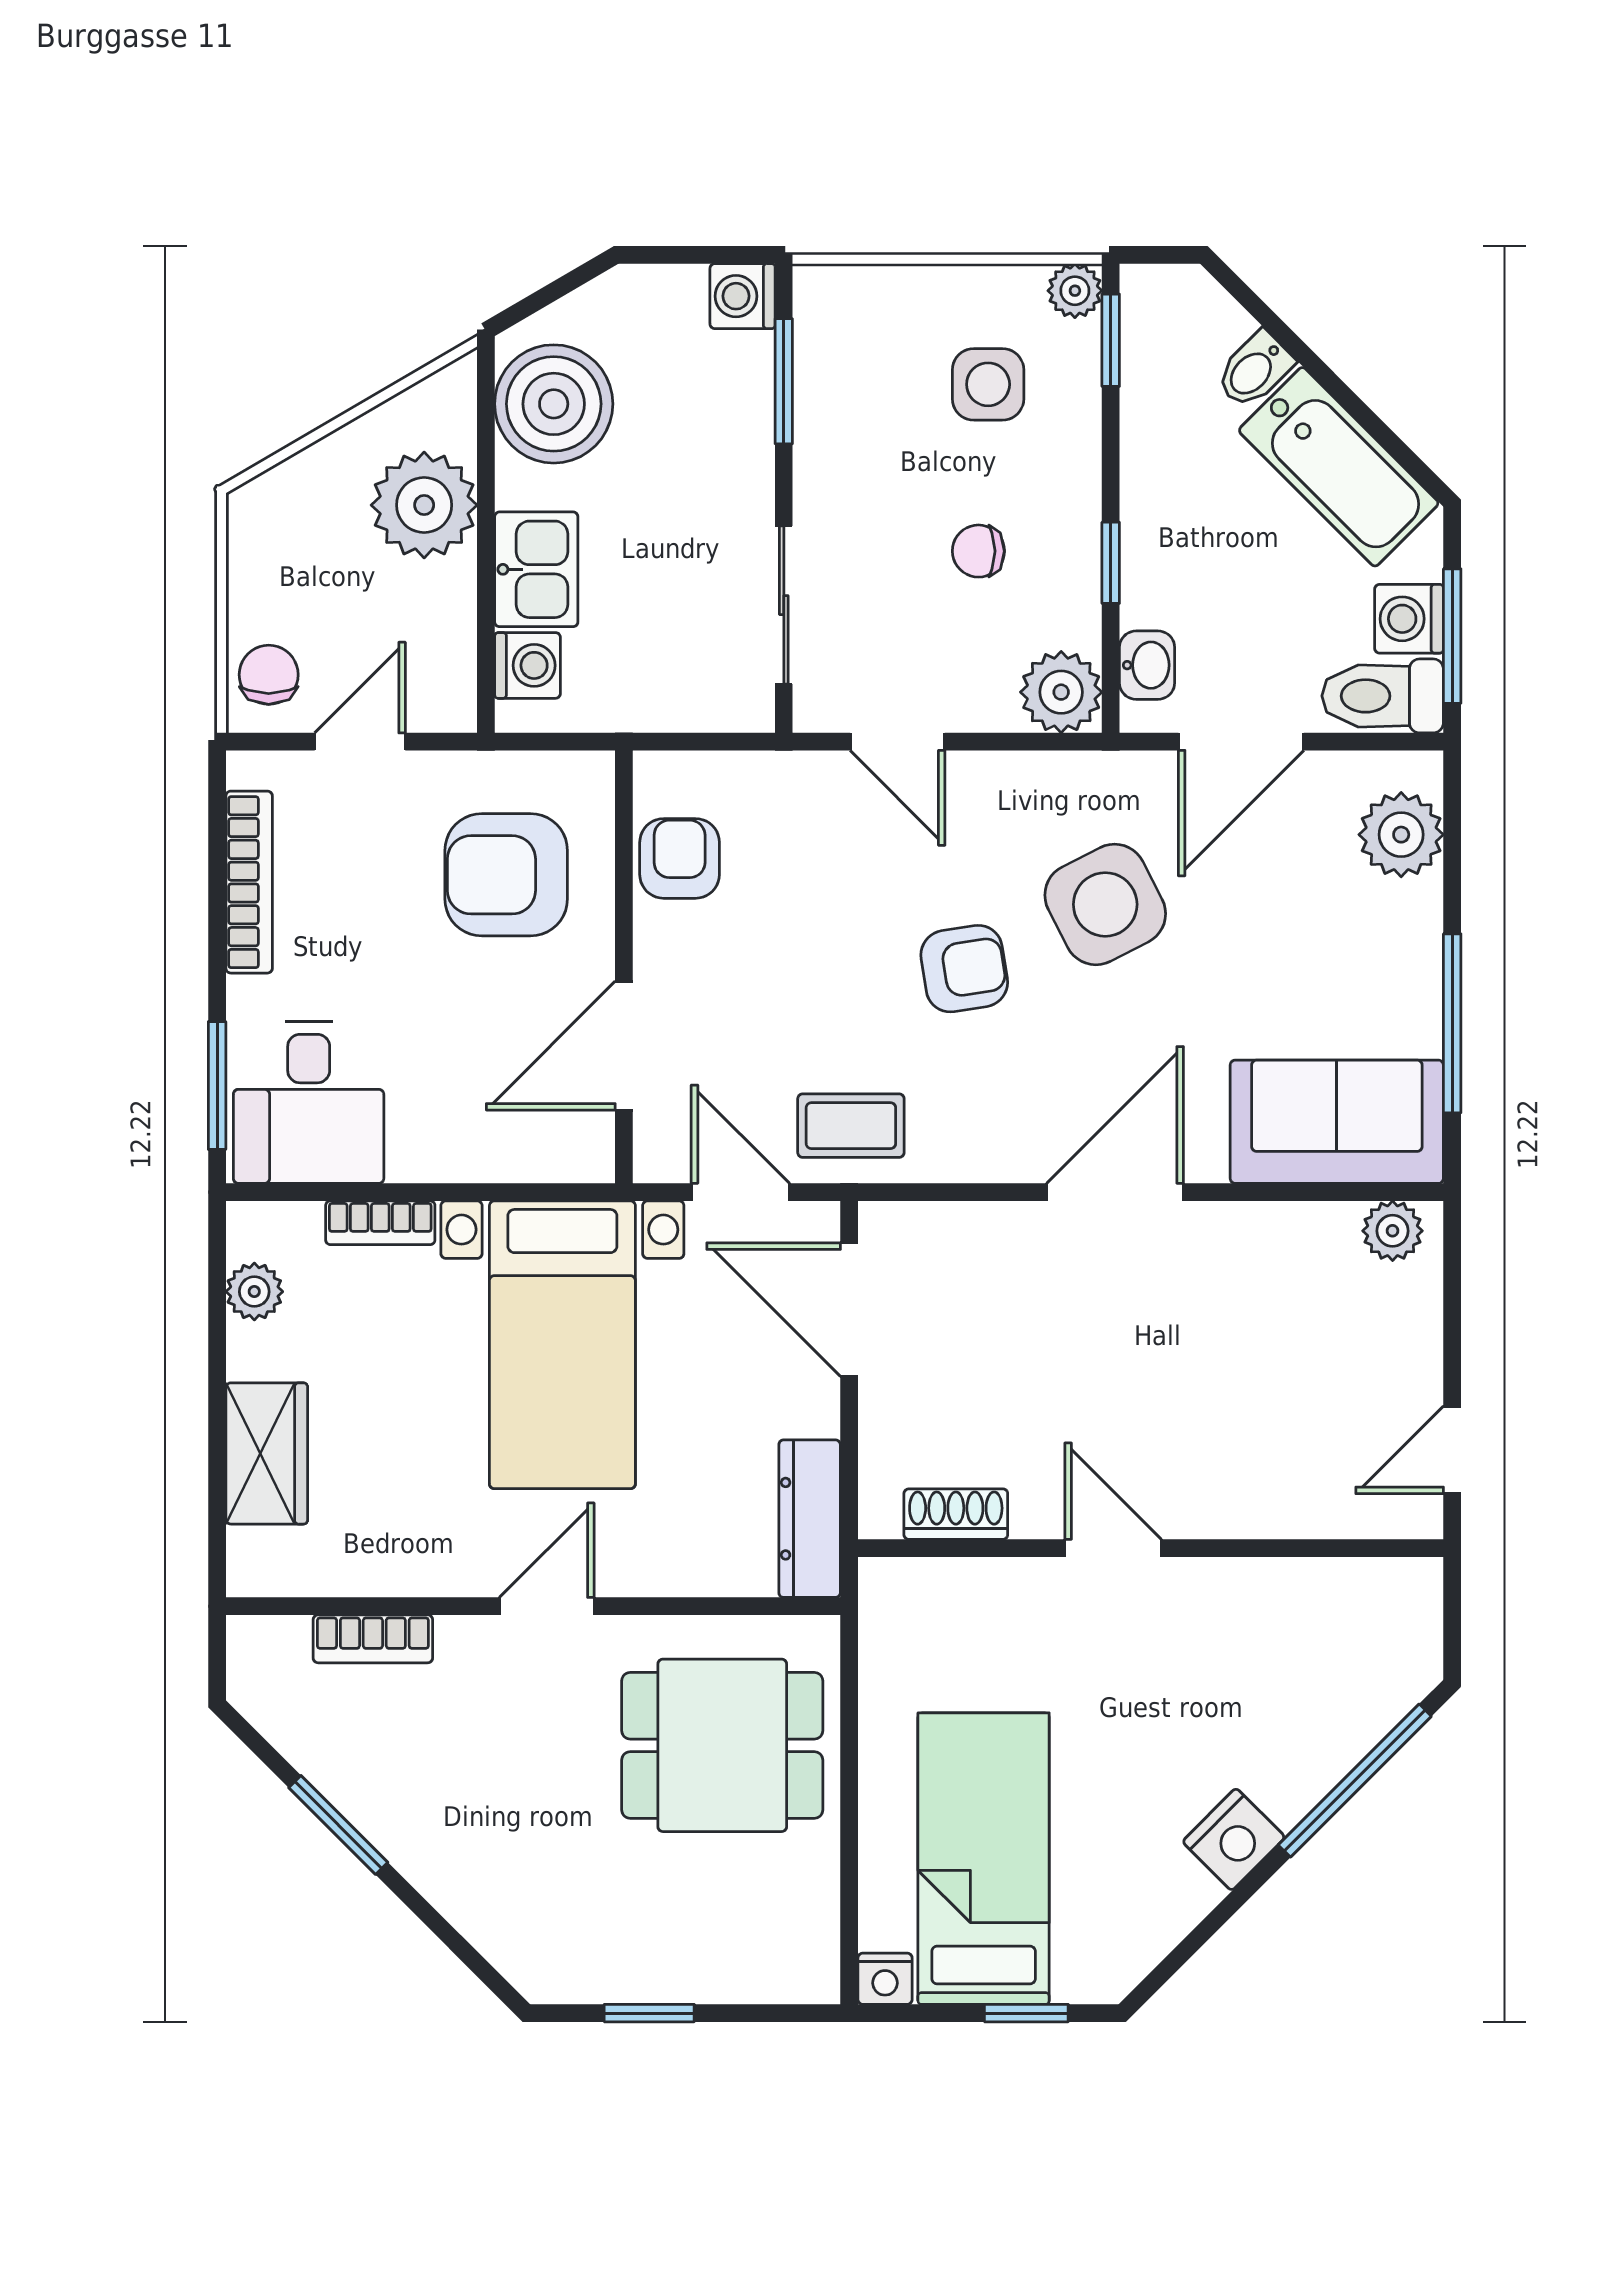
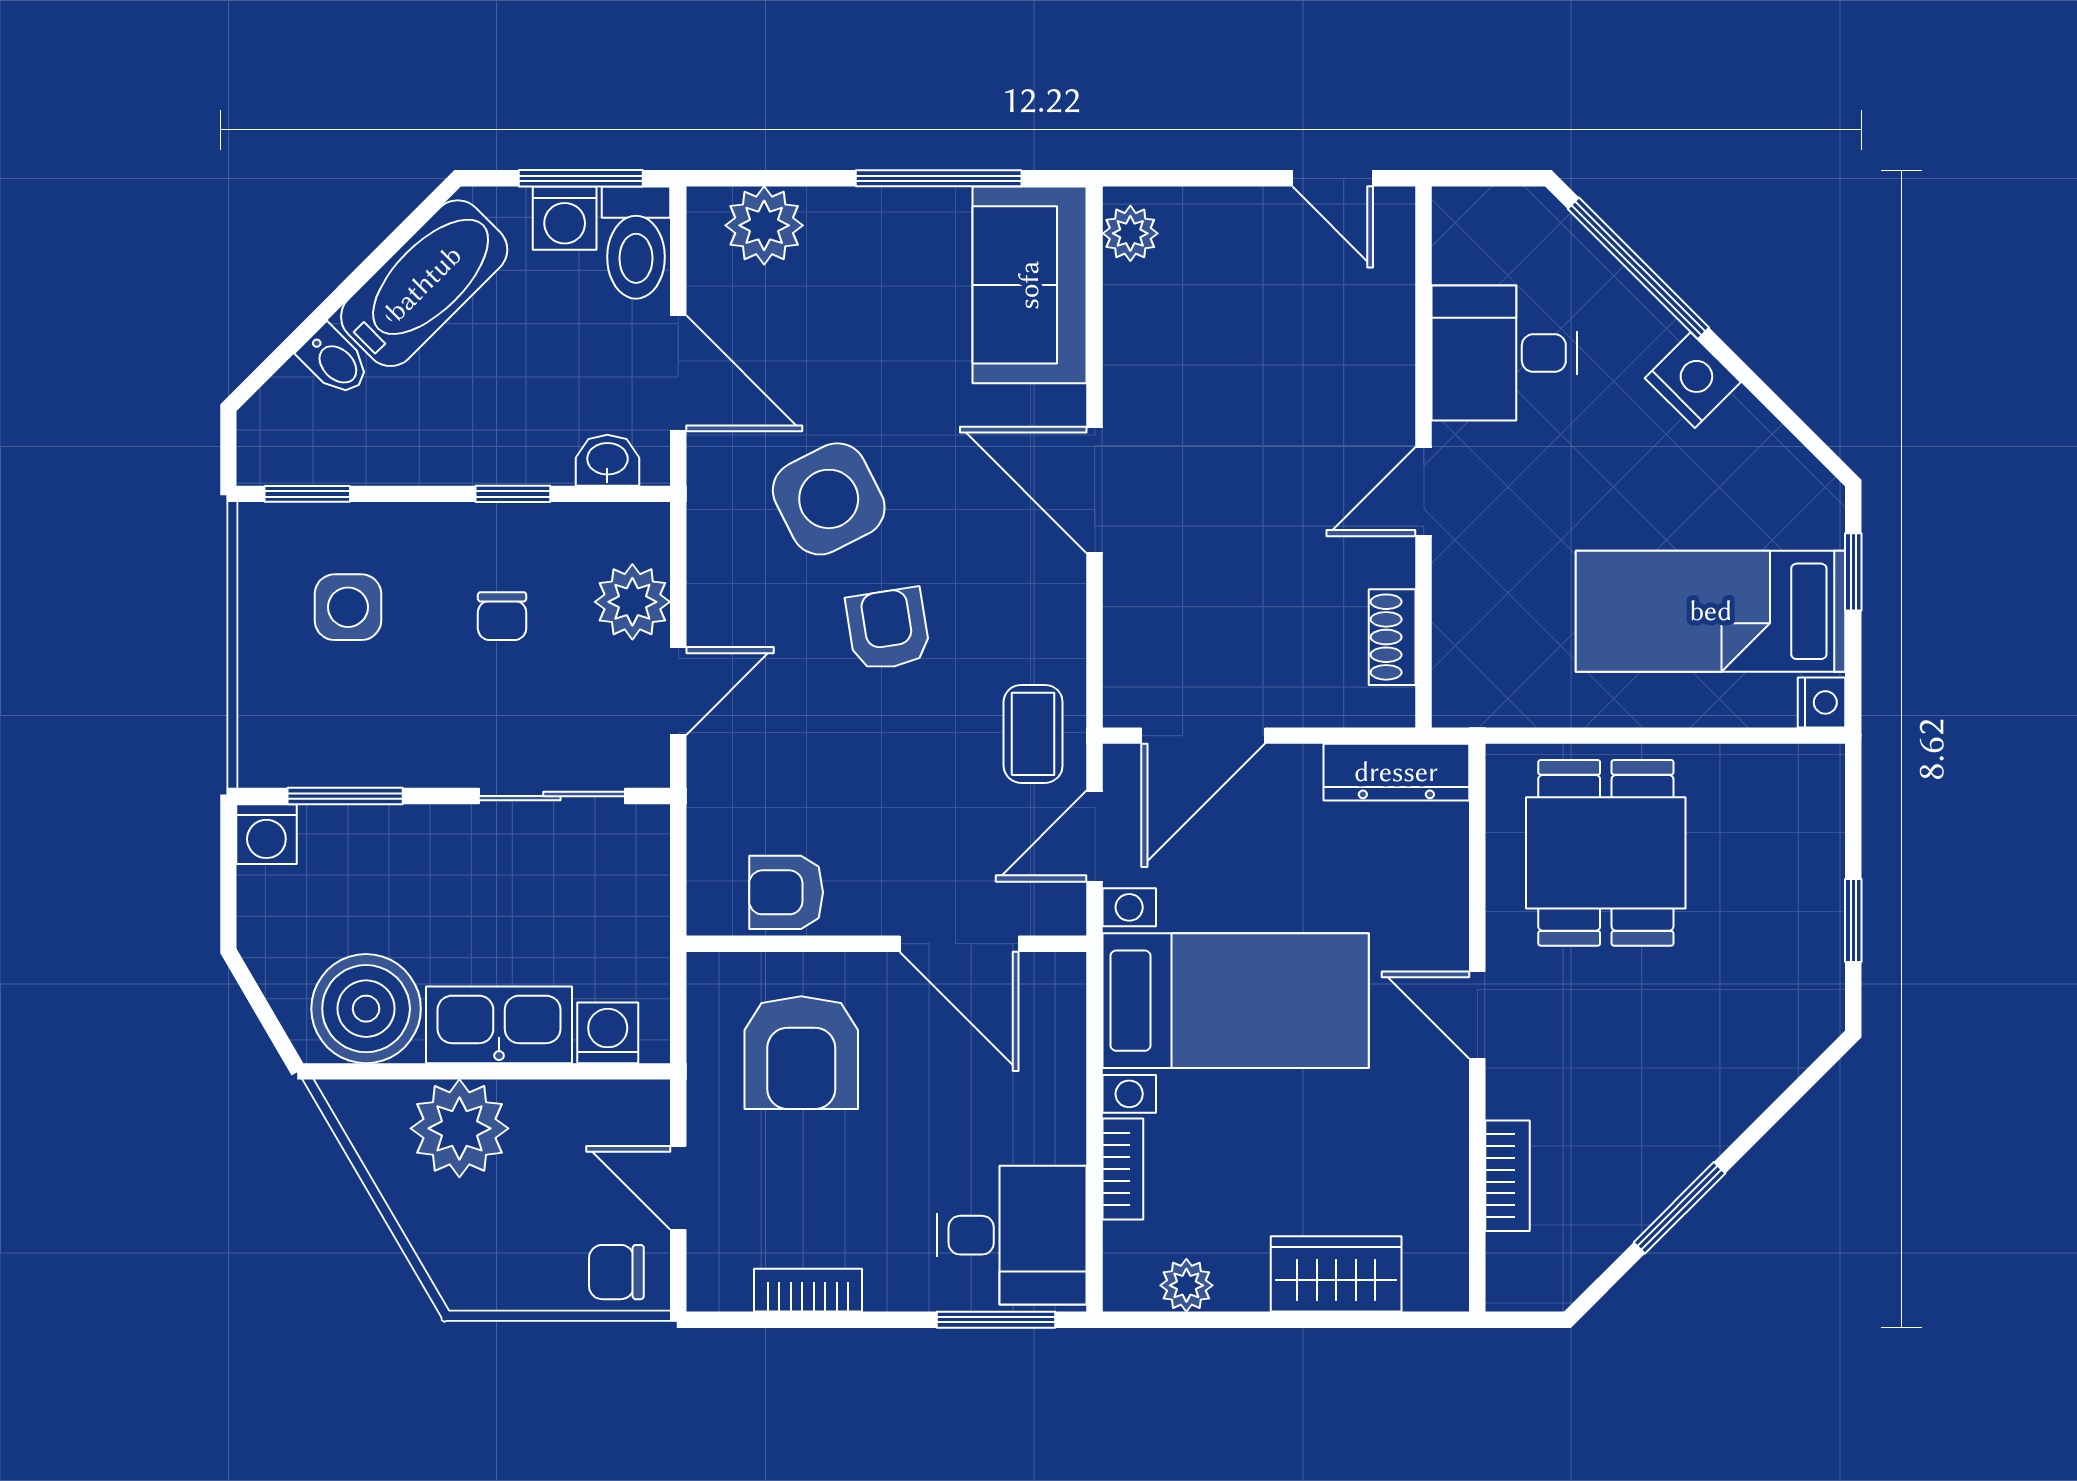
plant: (1075, 291) -> (261, 527), removed
kitchen sink: (536, 569) -> (499, 1025), width x1.38
plant: (1061, 692) -> (632, 602), moved
bookcase: (249, 882) -> (808, 1290), width x0.64
desk: (1263, 1636) -> (1504, 353), added

